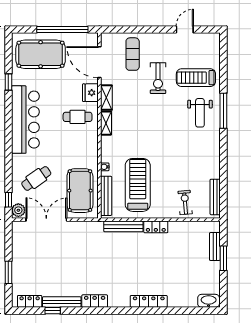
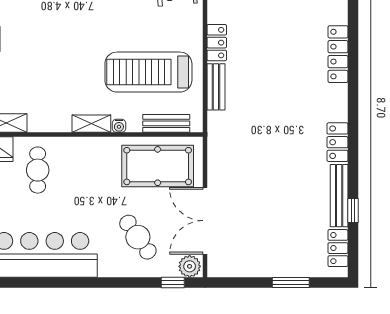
shelving: (106, 123) -> (91, 124), moved
bench: (106, 196) -> (166, 123), width x0.73
bench: (123, 226) -> (216, 87), width x0.73

